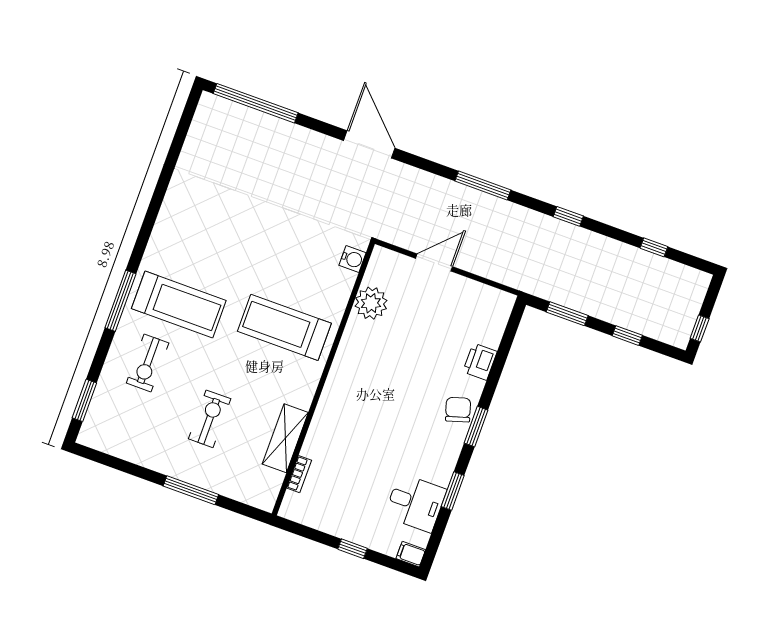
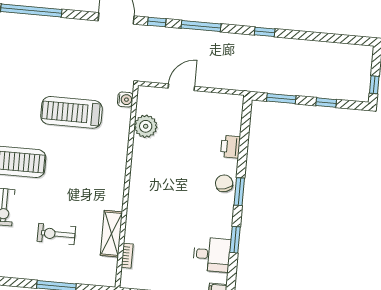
window: (654, 247) -> (157, 22), moved
treadmill: (284, 327) -> (71, 112), moved
exercise bike: (210, 419) -> (56, 234), turned -90

